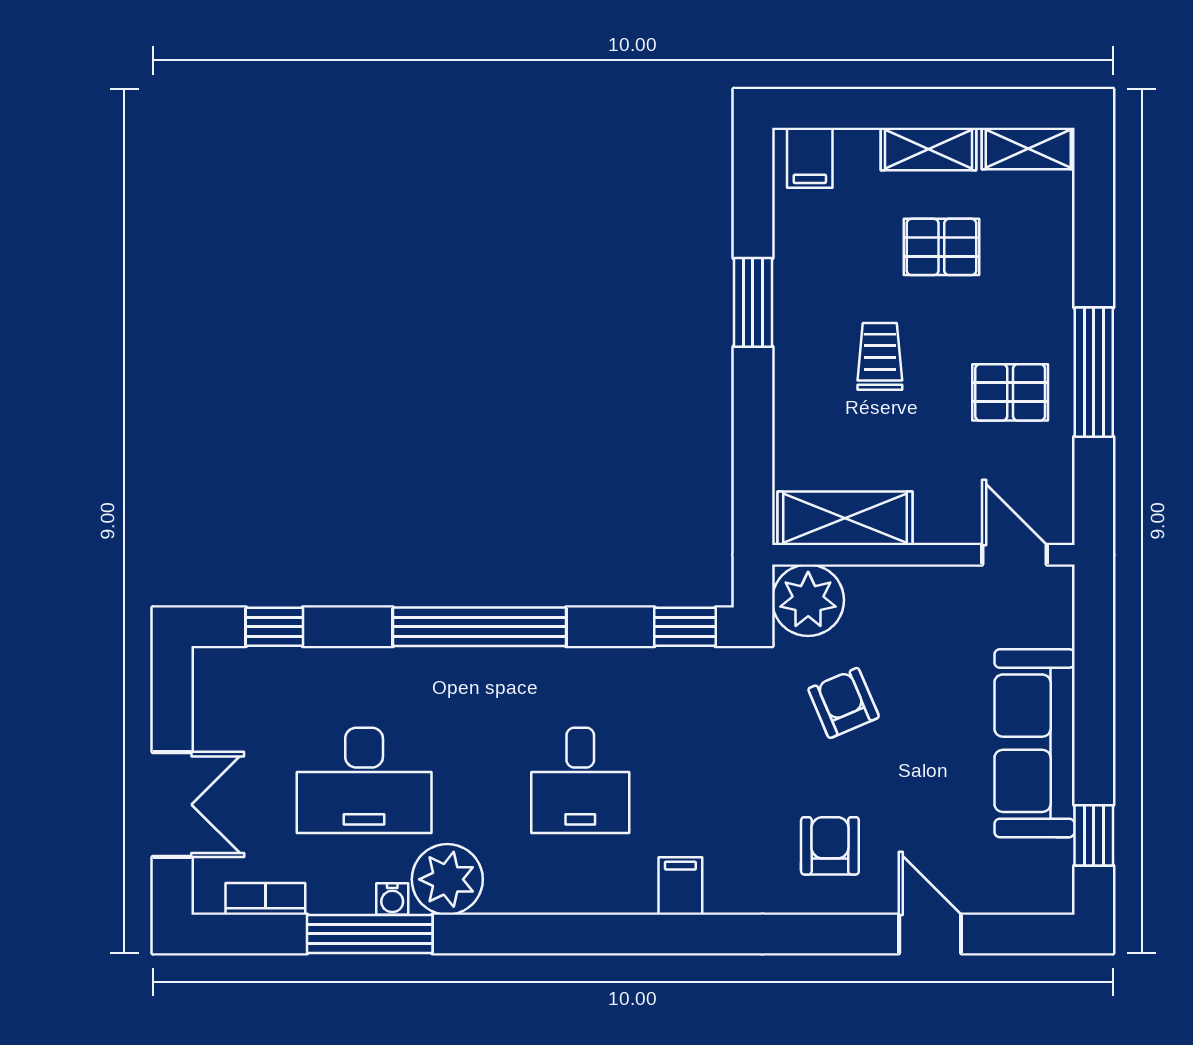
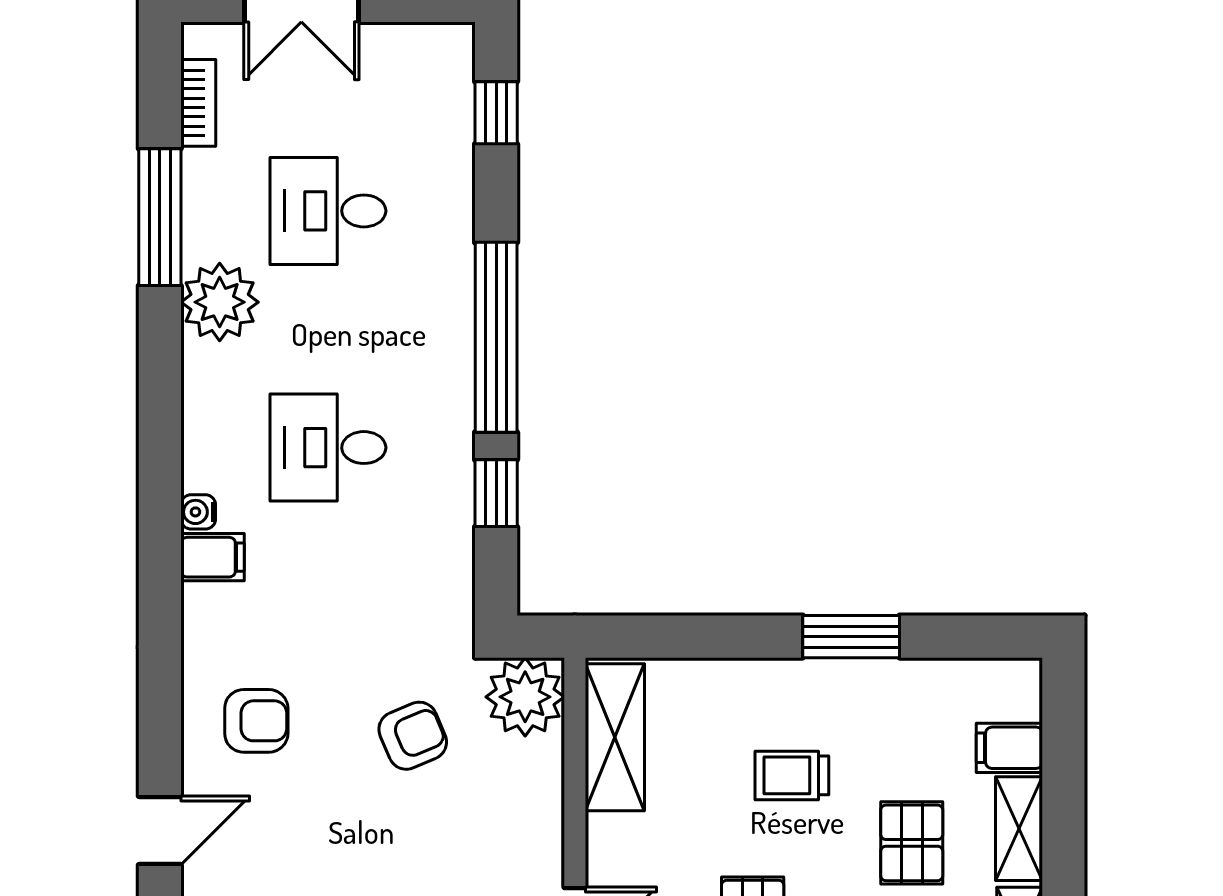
filing cabinet: (810, 158) -> (1009, 748), moved
trolley: (880, 356) -> (792, 775), turned 180
window: (685, 627) -> (496, 493), moved
desk: (364, 780) -> (328, 211), width x0.73
water cooler: (392, 899) -> (198, 512), moved

